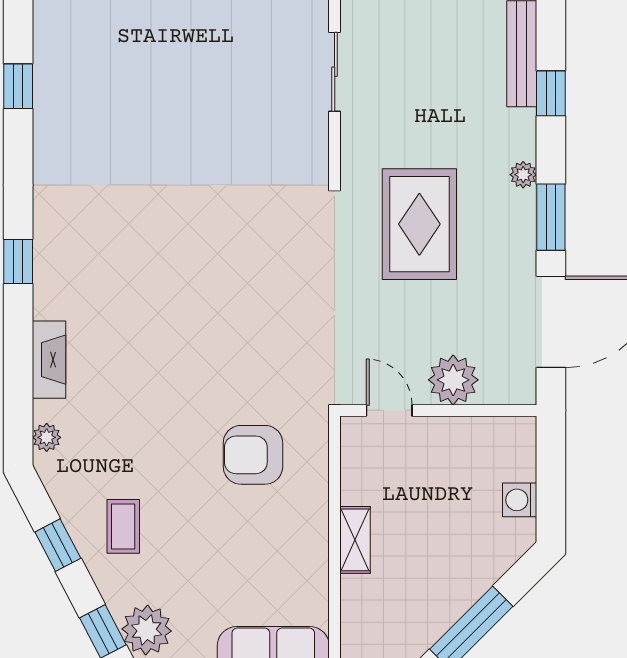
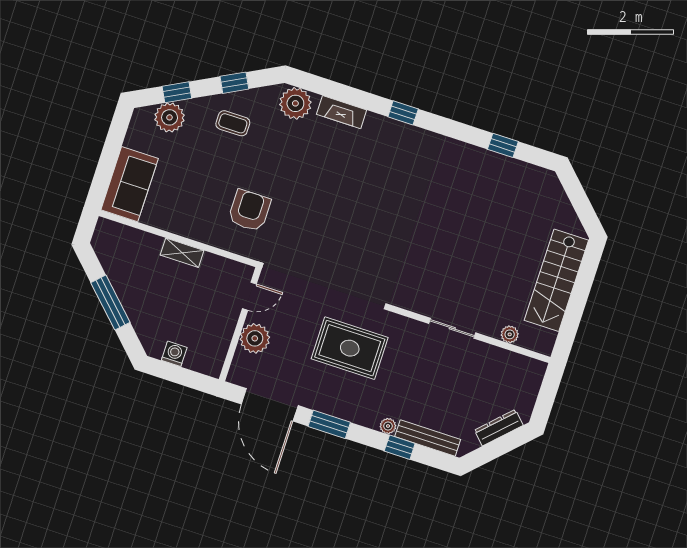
plant: (523, 175) -> (388, 426), moved
plant: (47, 437) -> (295, 103), width x1.88, depth x1.88

